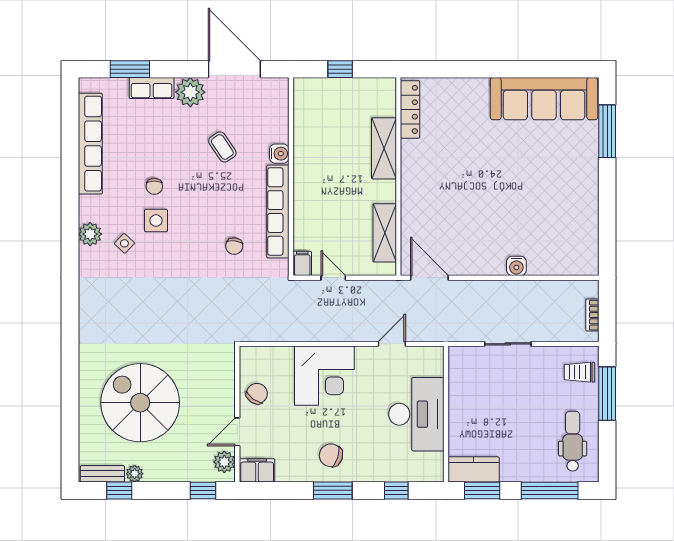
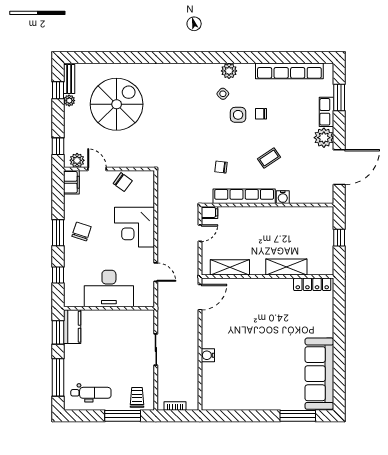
coffee table: (222, 147) -> (269, 158), moved

